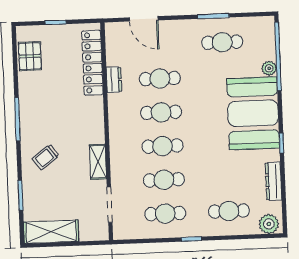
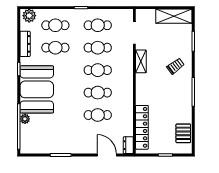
cafe table: (222, 42) -> (55, 48), moved
dresser: (114, 80) -> (128, 145), moved

